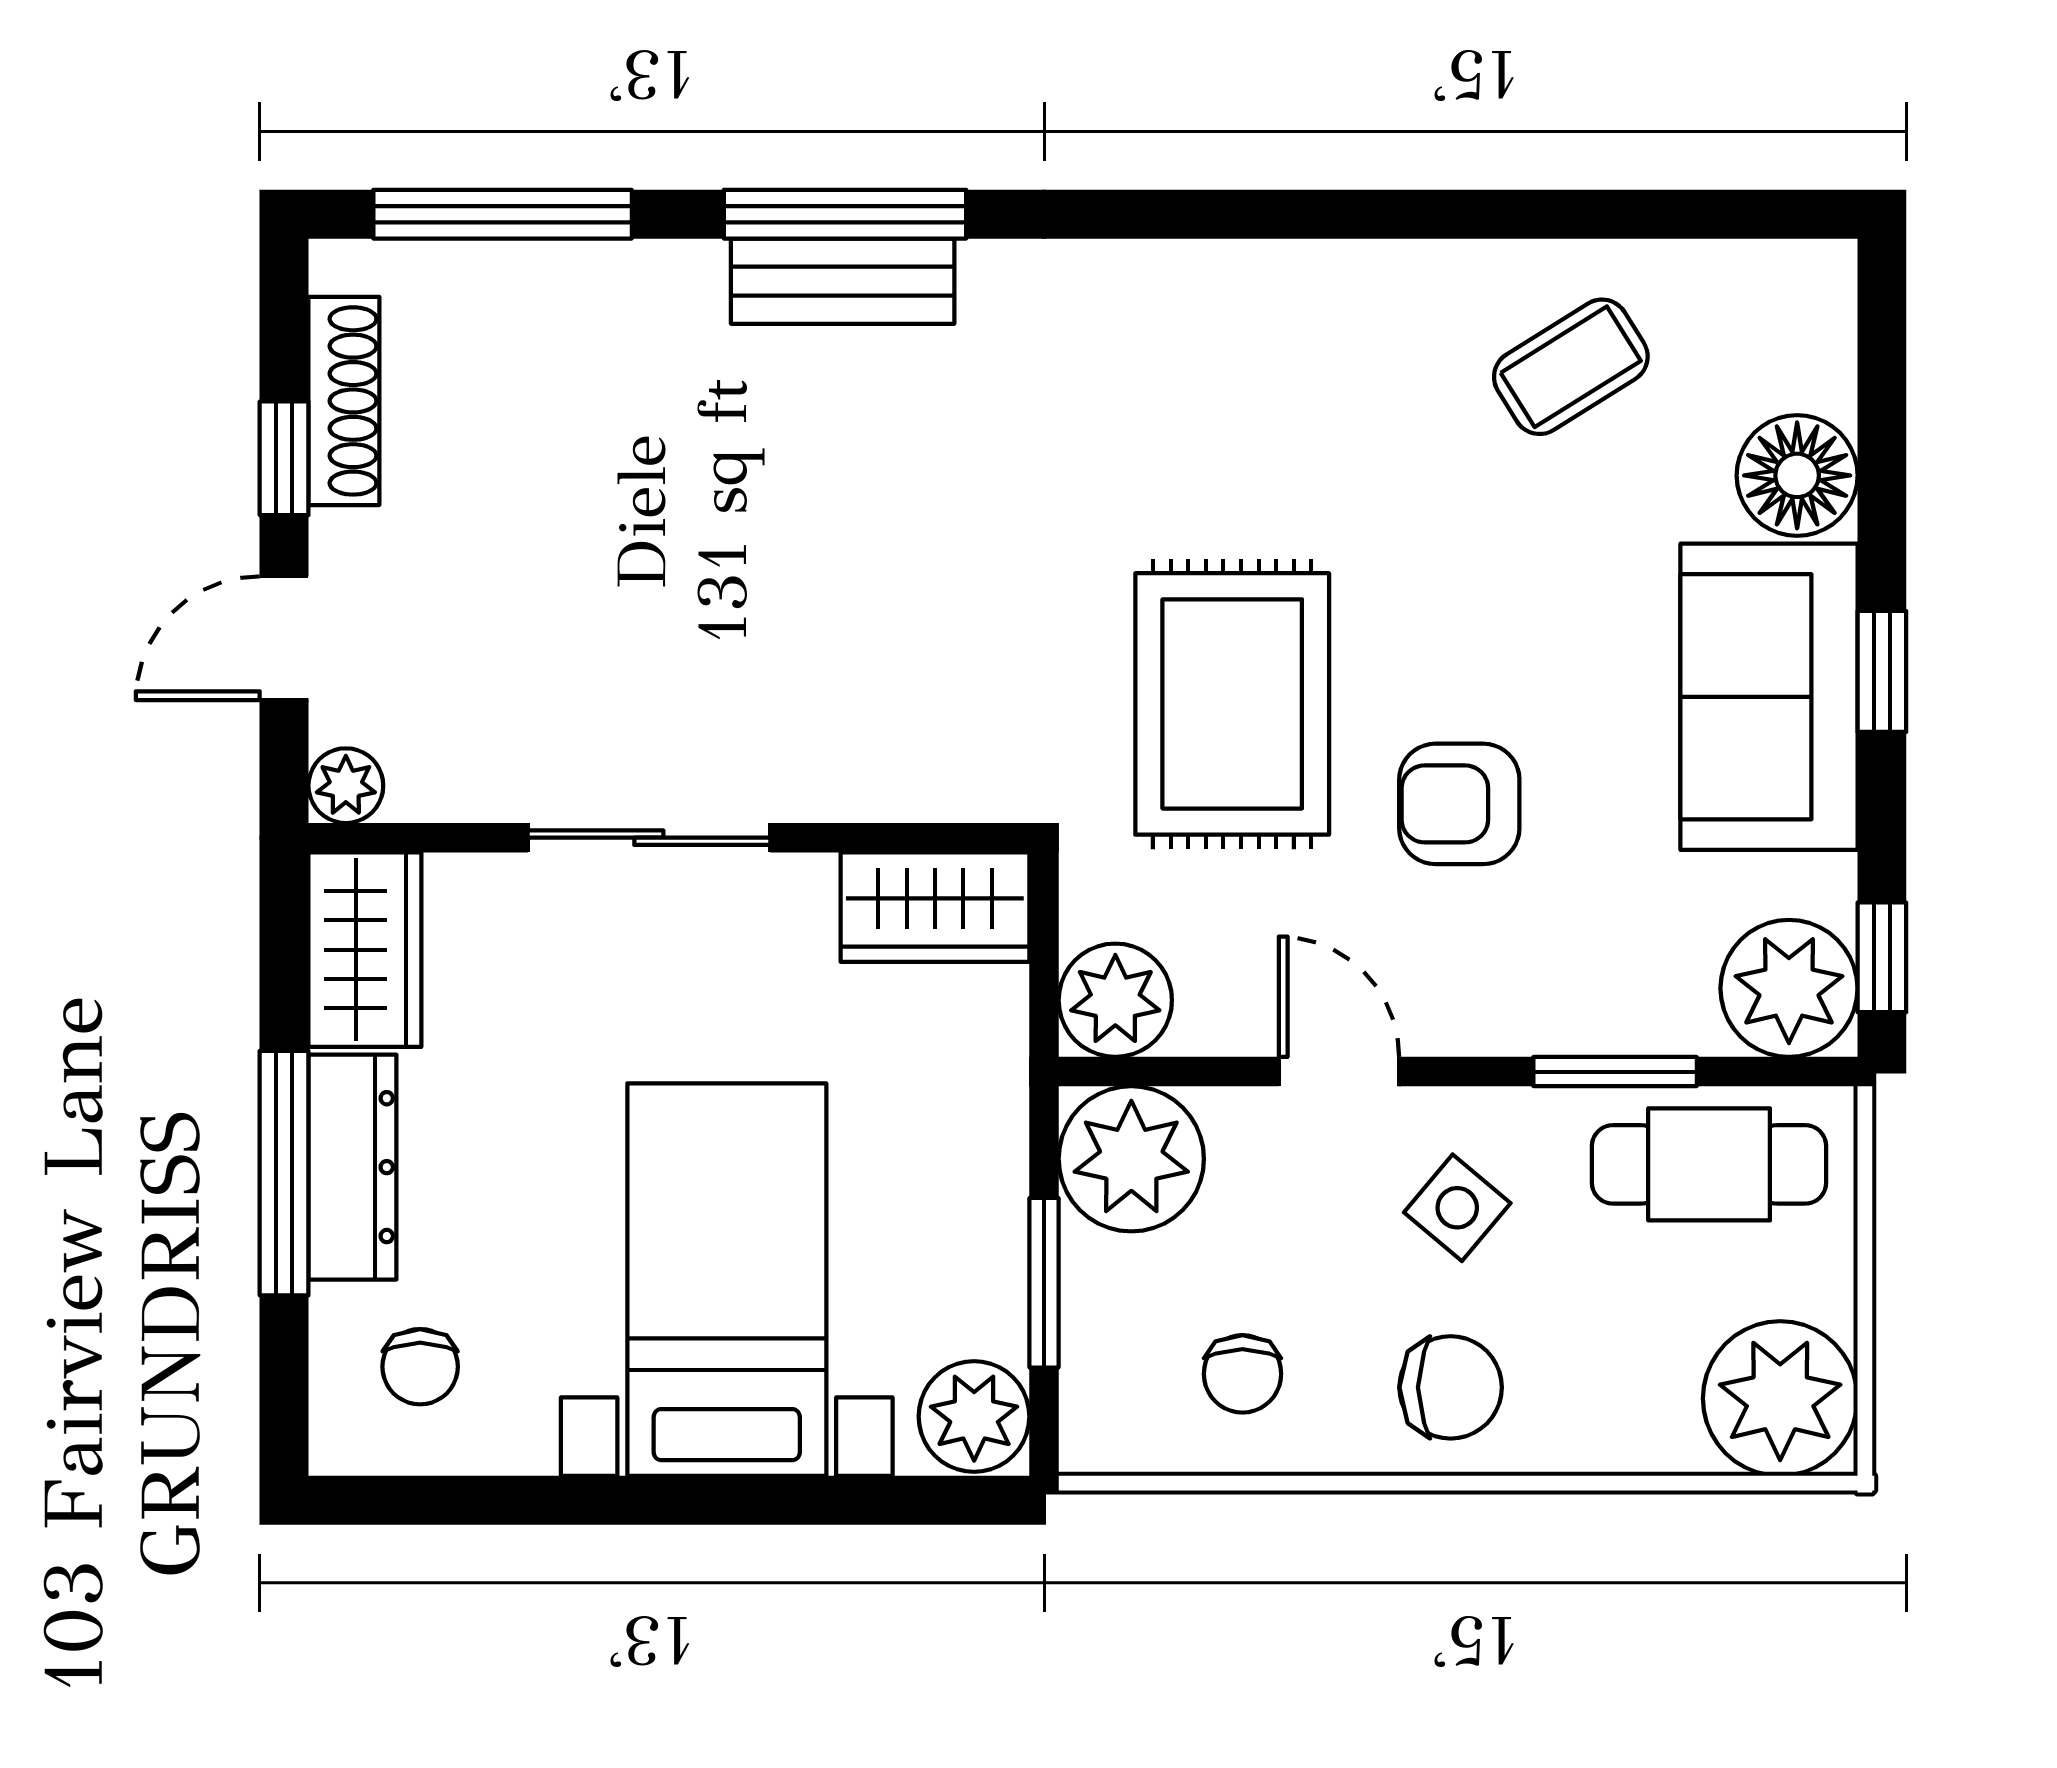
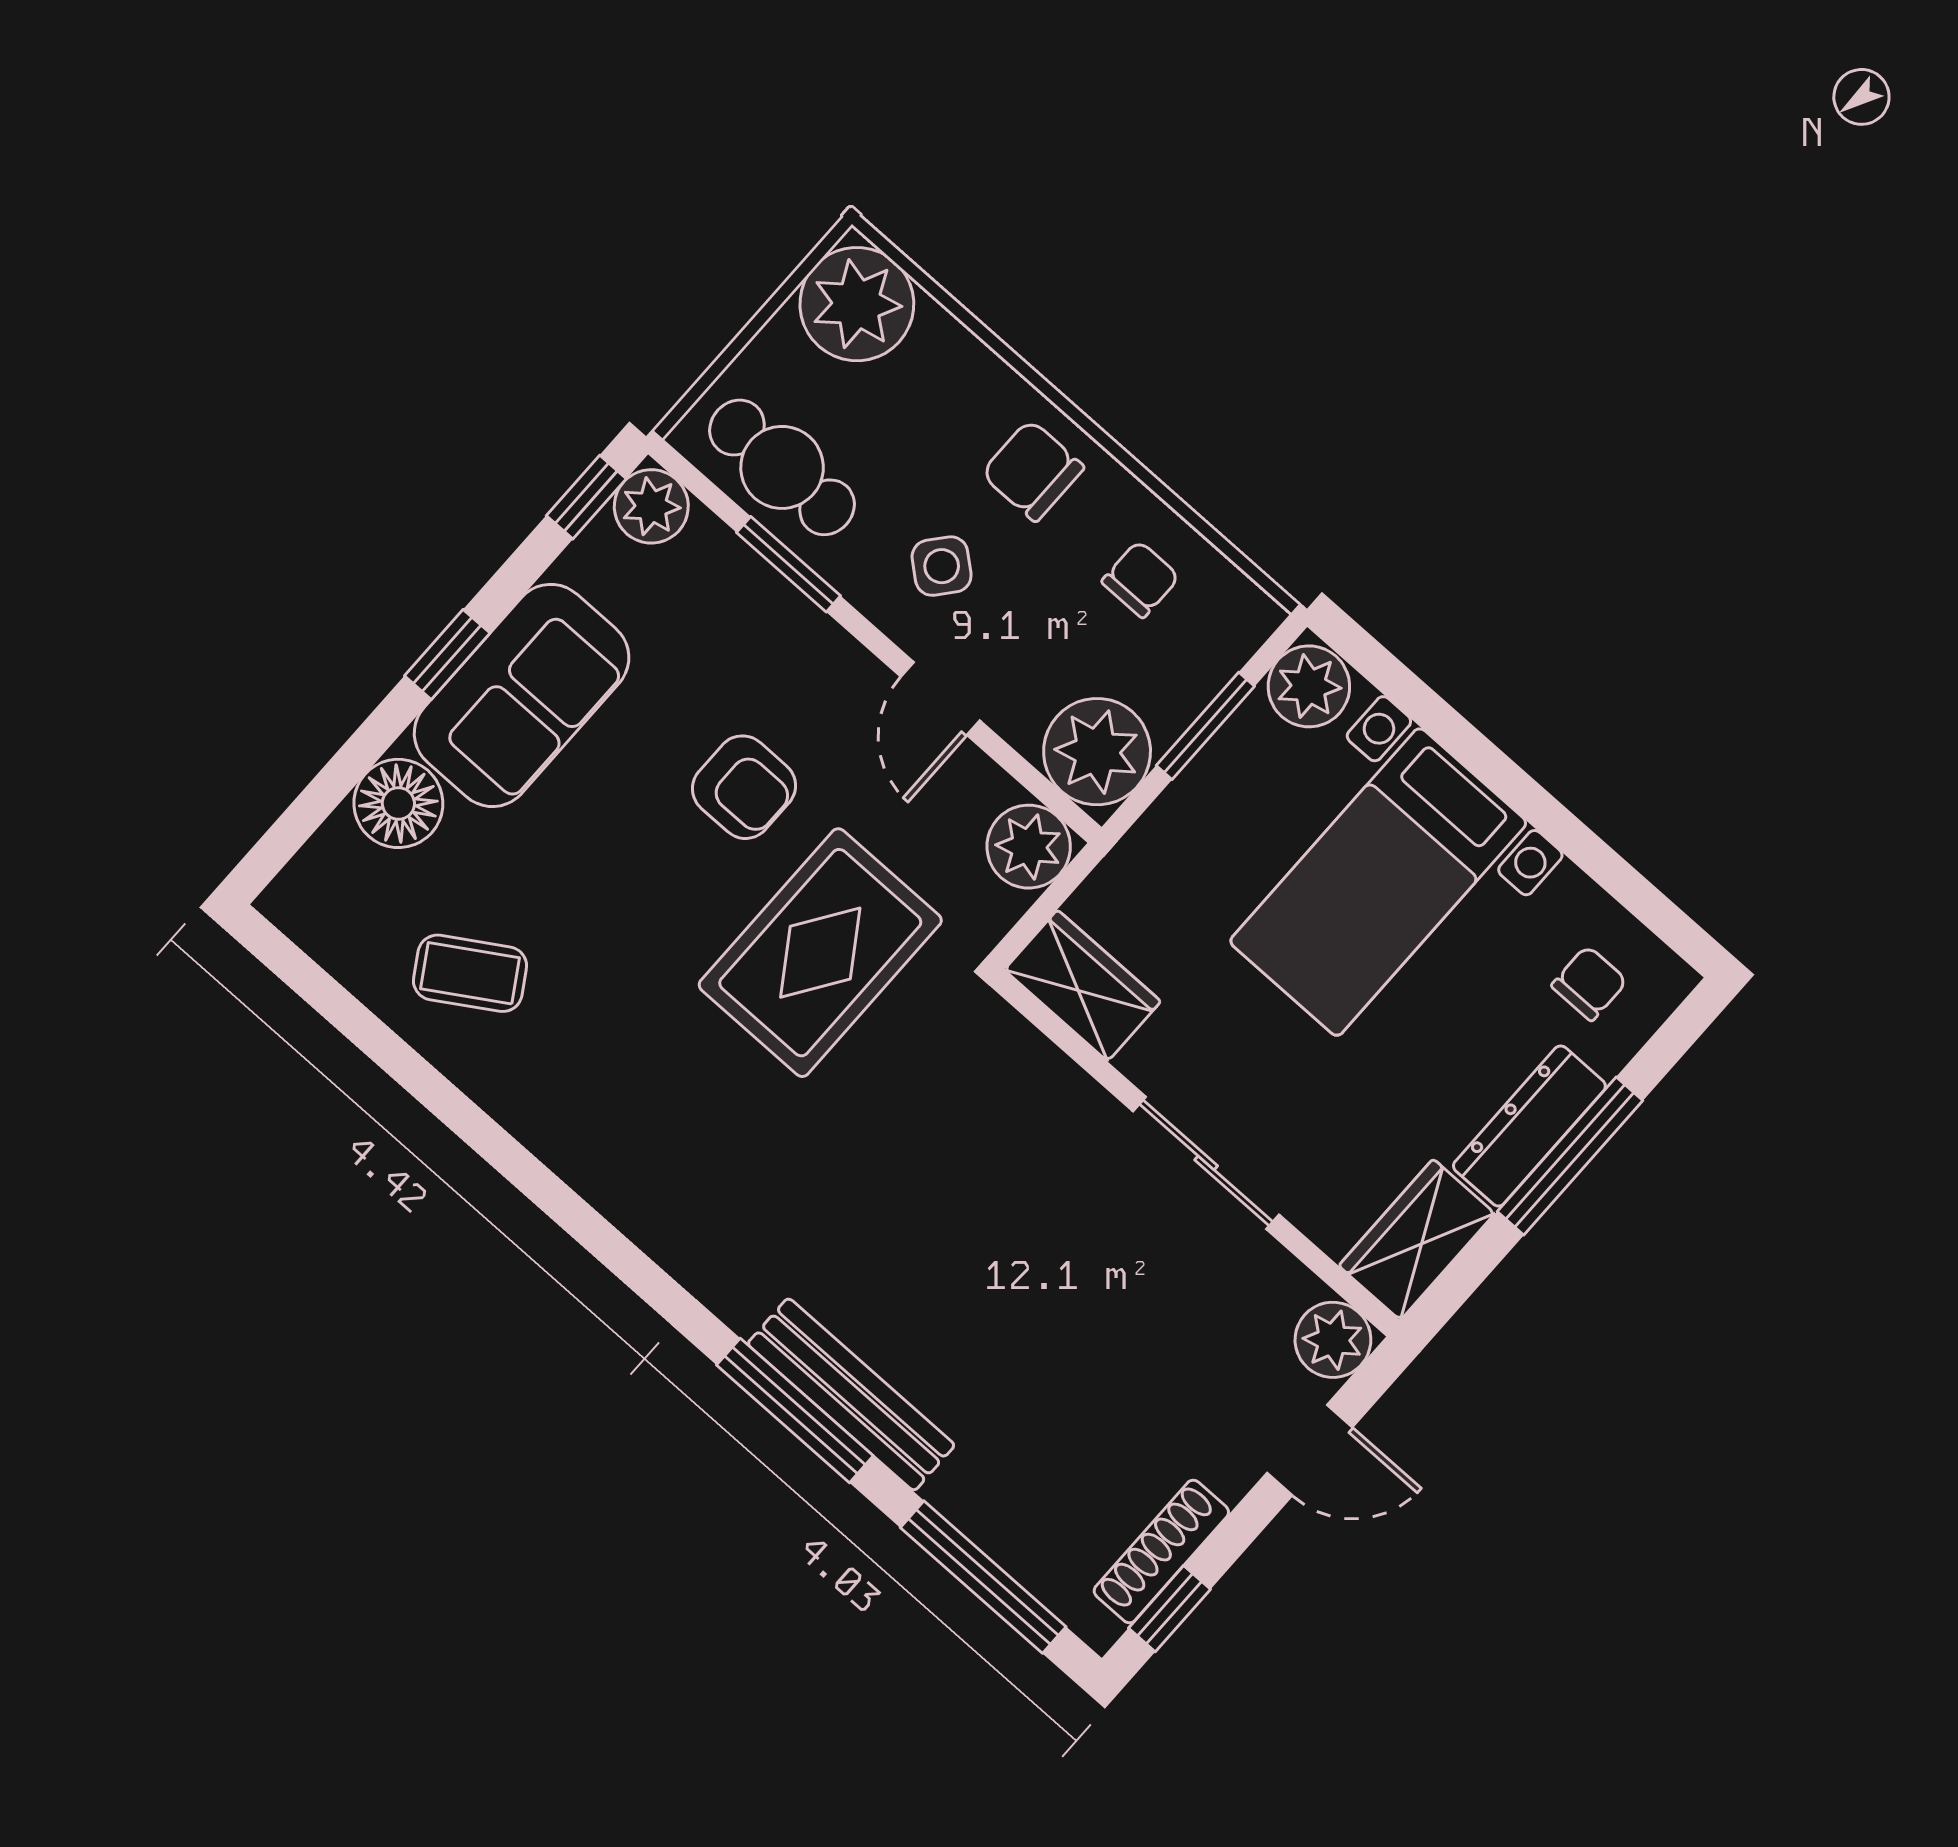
bench: (843, 281) -> (851, 1394), width x1.36
window: (284, 458) -> (1169, 1609), moved
plant: (346, 786) -> (1333, 1340), width x1.38, depth x1.38
plant: (1789, 988) -> (651, 506), width x0.73, depth x0.73

